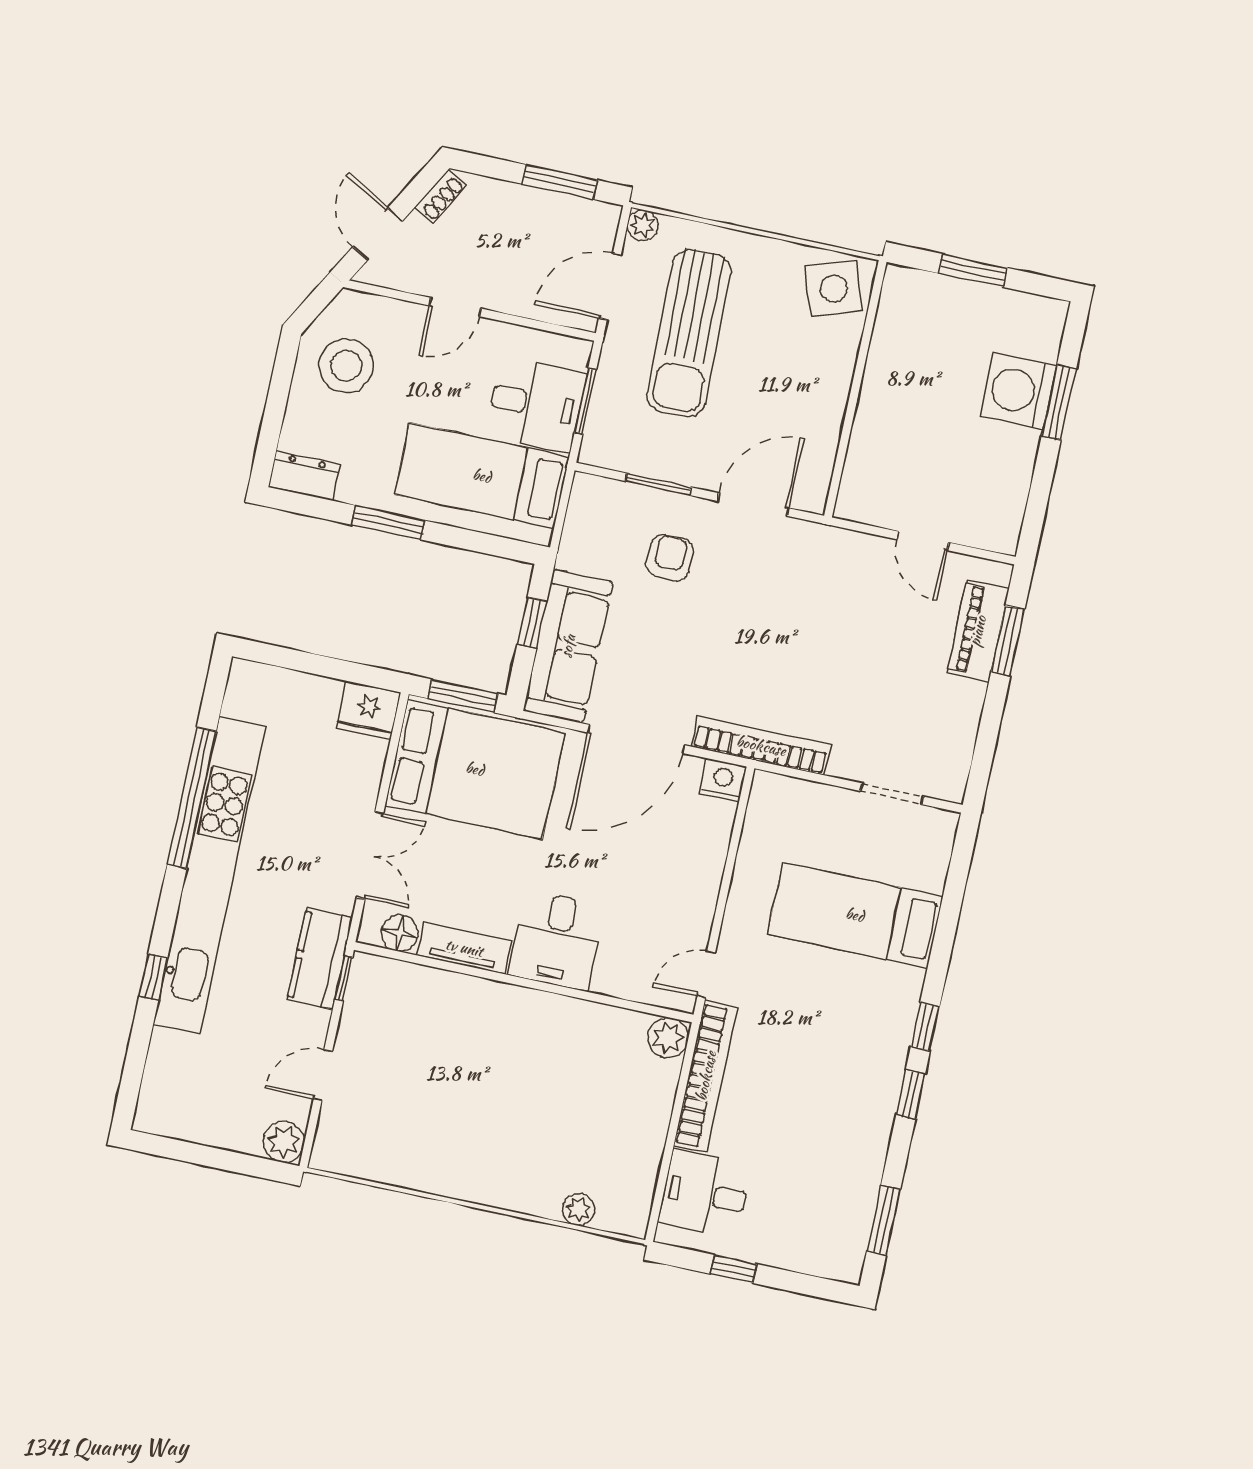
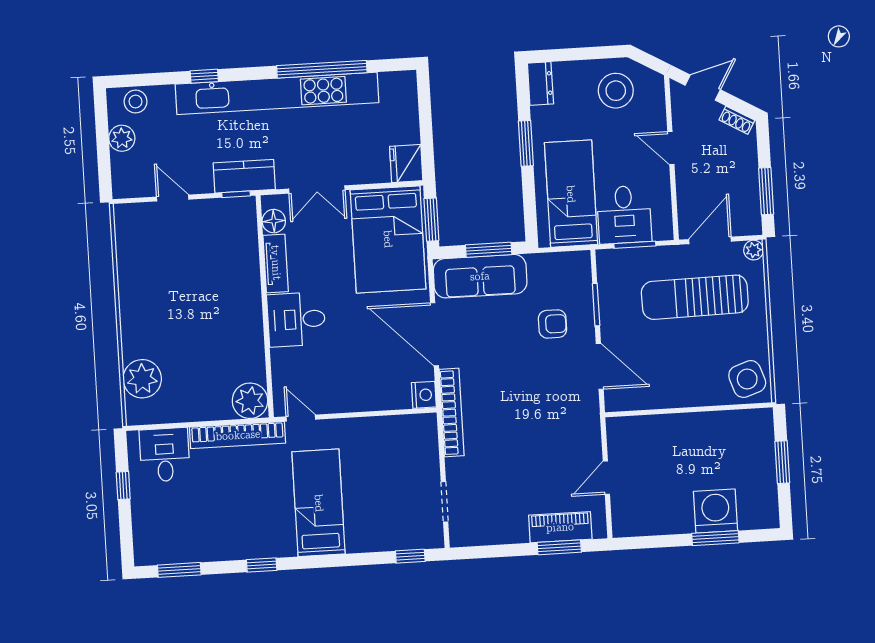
door: (610, 287) -> (710, 240), hinge flipped
window: (532, 623) -> (489, 250), width x1.50
bed: (855, 915) -> (319, 503), moved
window: (925, 1026) -> (410, 556), moved
plant: (668, 1038) -> (250, 401), width x1.36, depth x1.36
stool: (163, 1091) -> (136, 101), added
plant: (284, 1142) -> (122, 138), moved
plant: (578, 1210) -> (142, 379), width x1.87, depth x1.87

